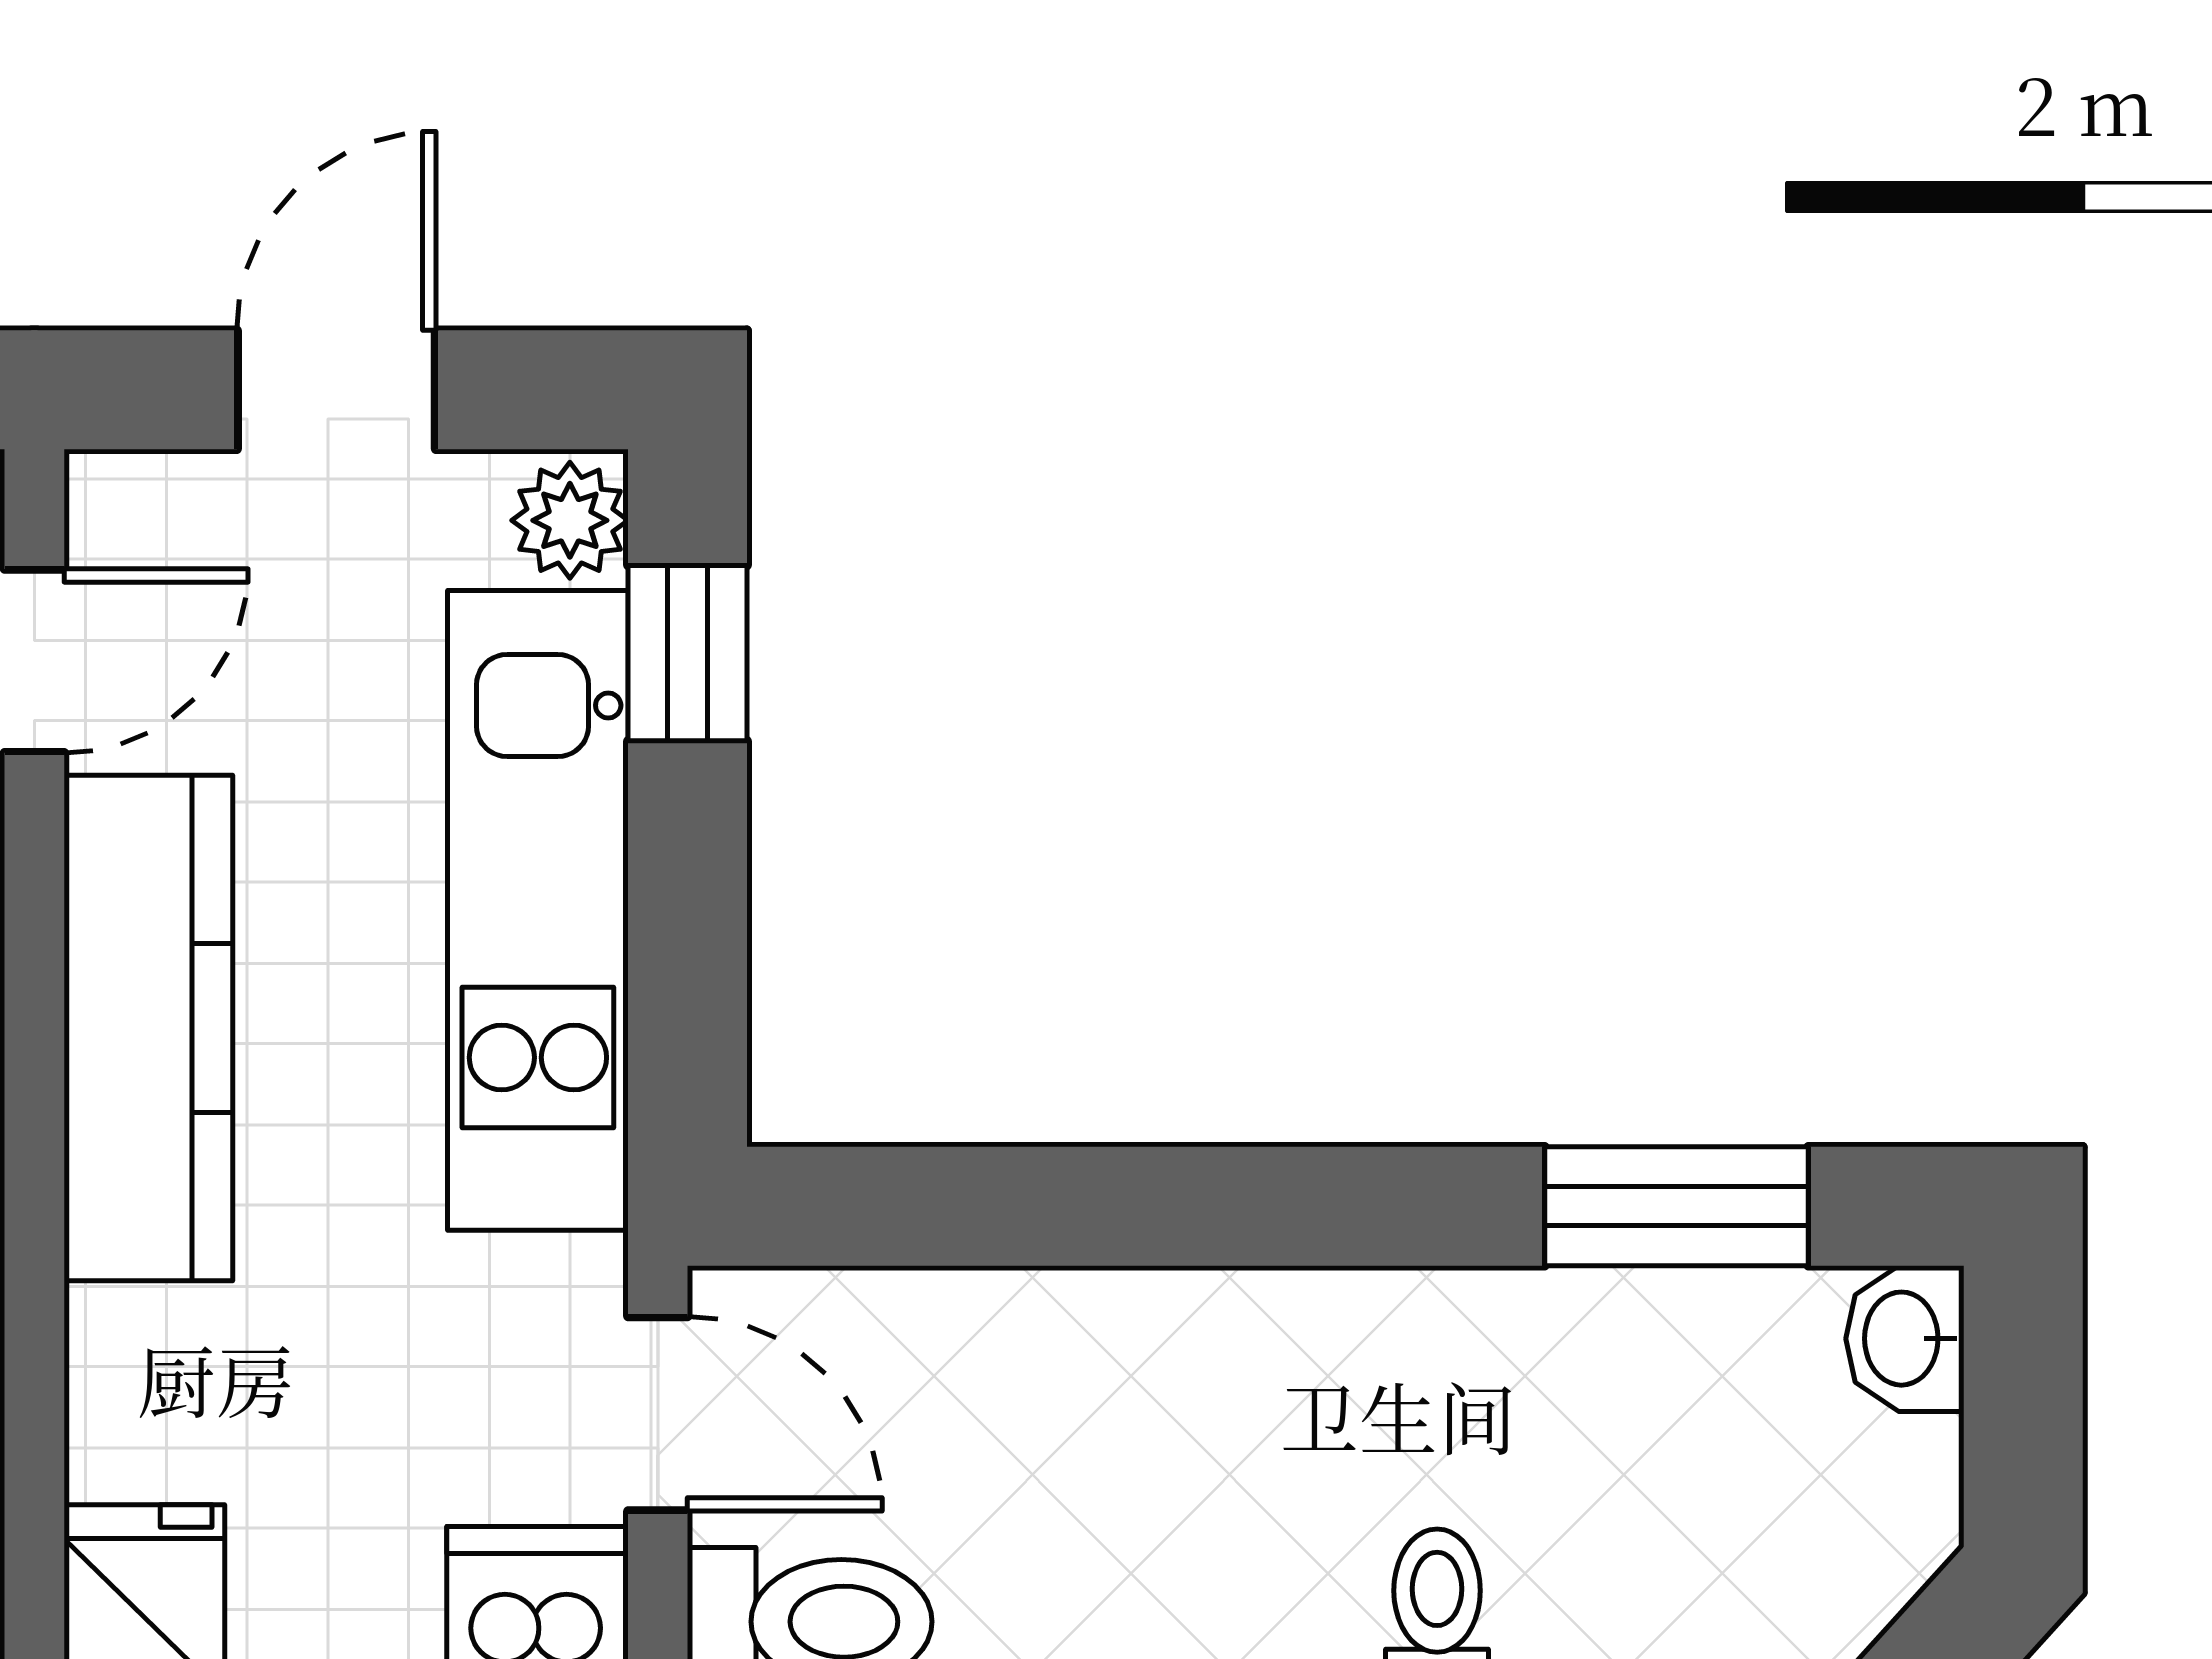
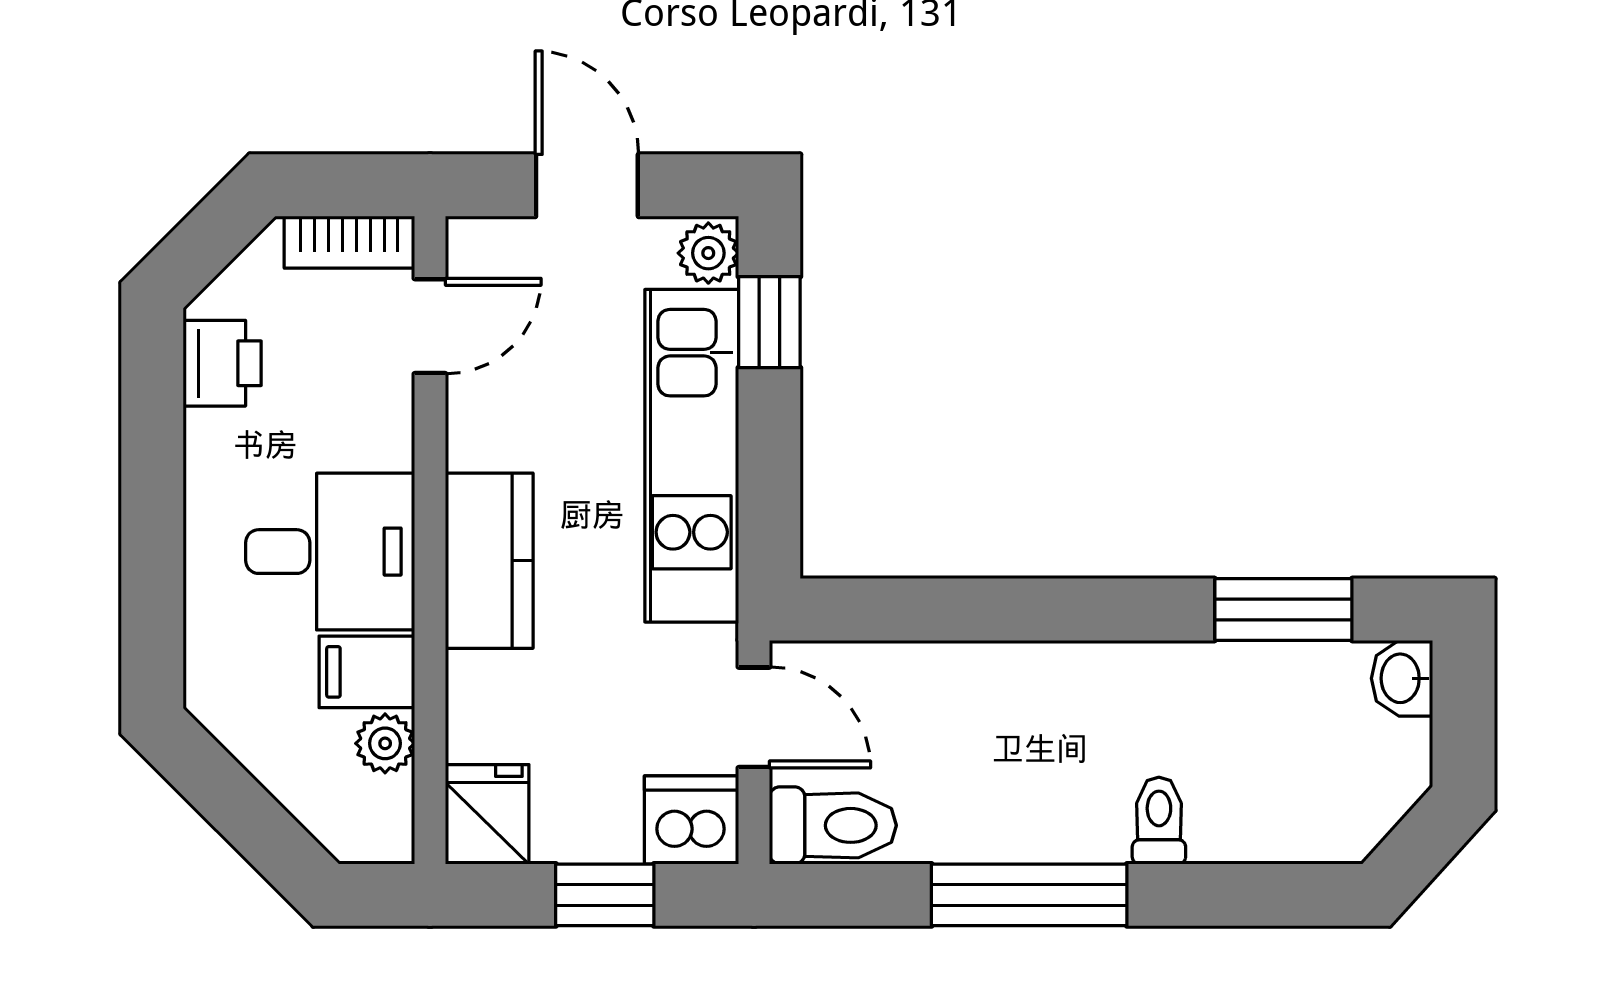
door: (336, 390) -> (587, 185), hinge flipped
kitchen counter: (148, 1028) -> (489, 561), width x0.67

